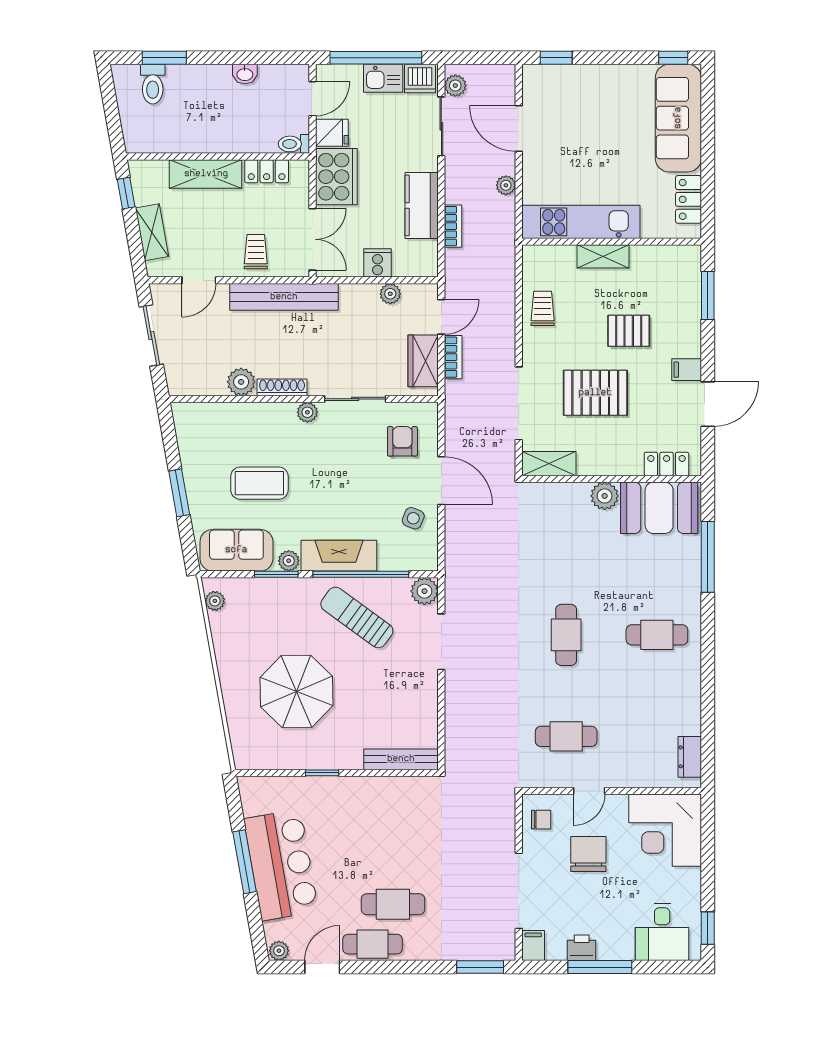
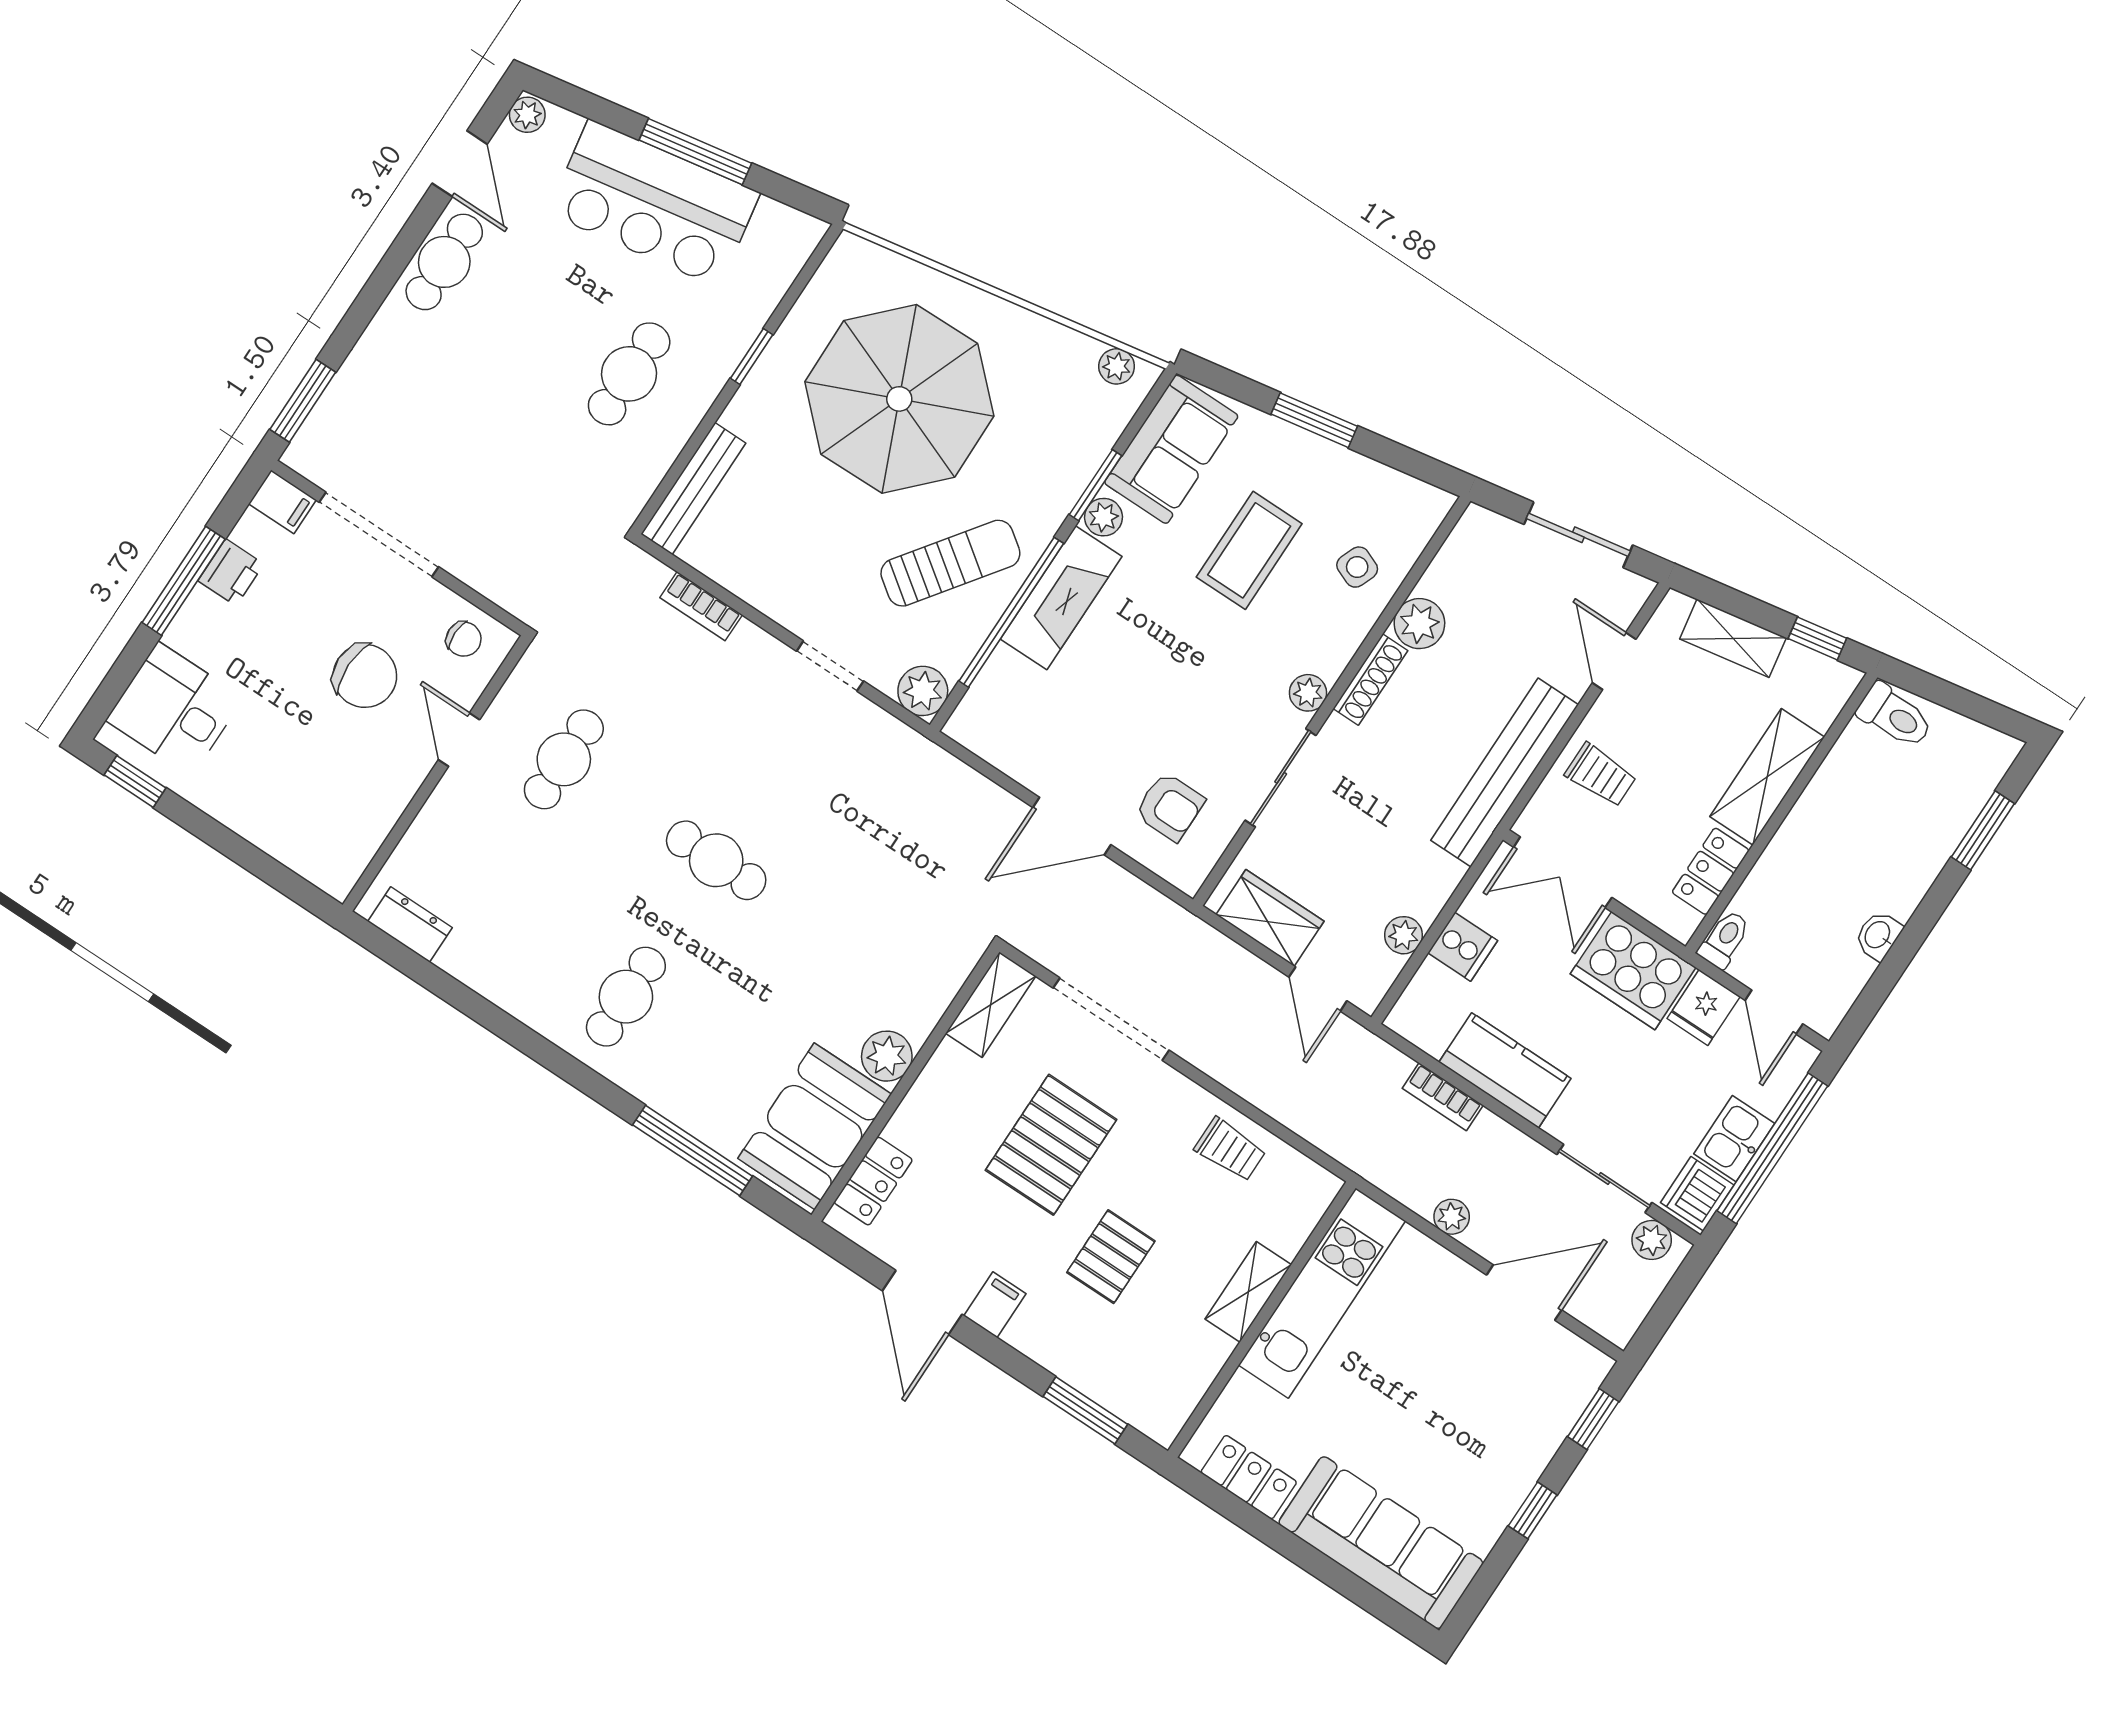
window: (673, 58) -> (1533, 1510), moved
toilet: (153, 84) -> (1895, 716), moved, turned 180
bookcase: (453, 357) -> (701, 606), moved
side table: (413, 518) -> (1357, 567), moved
doorway: (441, 642) -> (830, 666), width x0.73
parasol: (296, 691) -> (899, 399), width x1.36, depth x1.36
chair: (541, 820) -> (464, 639), turned -90
corner desk: (665, 830) -> (324, 815), removed
cafe table: (393, 904) -> (629, 374), moved

